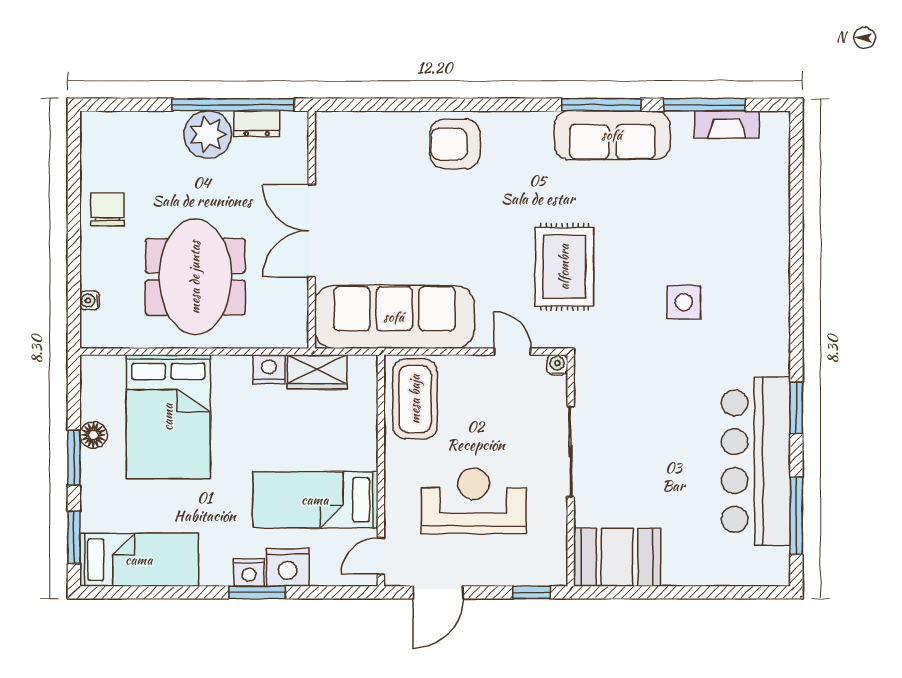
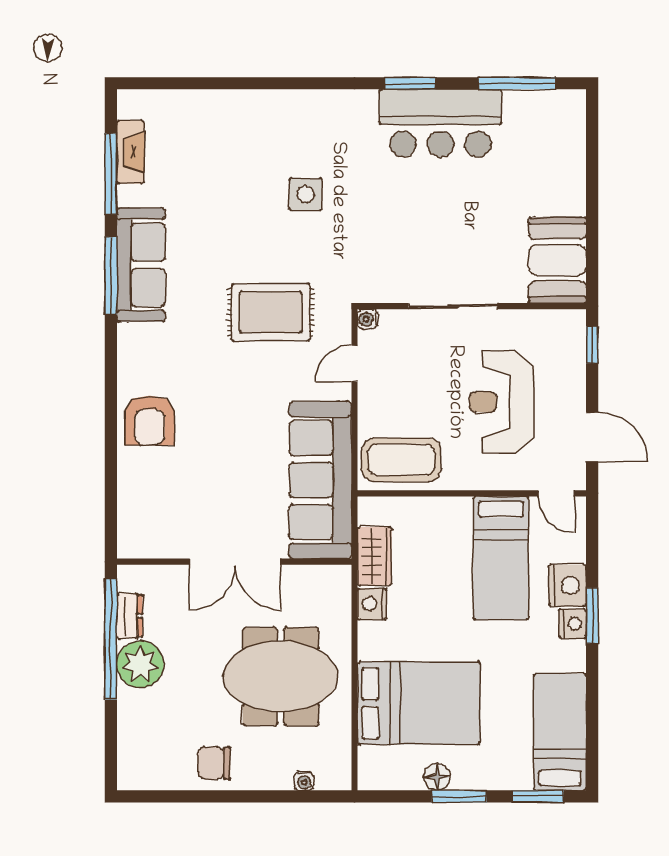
bar counter: (756, 461) -> (440, 123), width x0.73

